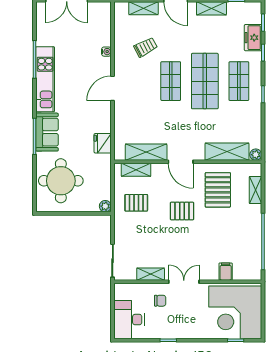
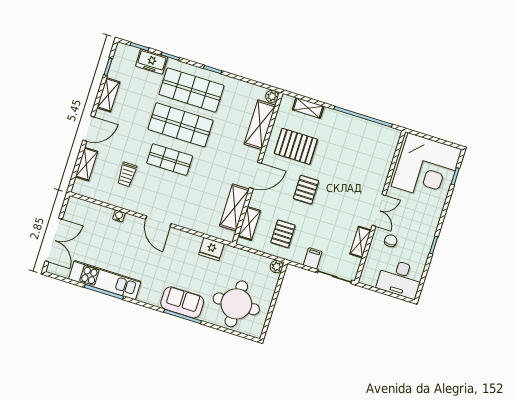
trolley: (146, 47) -> (127, 174), turned -152
kitchen unit: (45, 79) -> (105, 280), moved
shop shelf: (239, 81) -> (191, 90), width x1.43, depth x1.36
filing cabinet: (226, 272) -> (313, 258), moved, turned 90
double door: (184, 282) -> (379, 210), swing flipped

